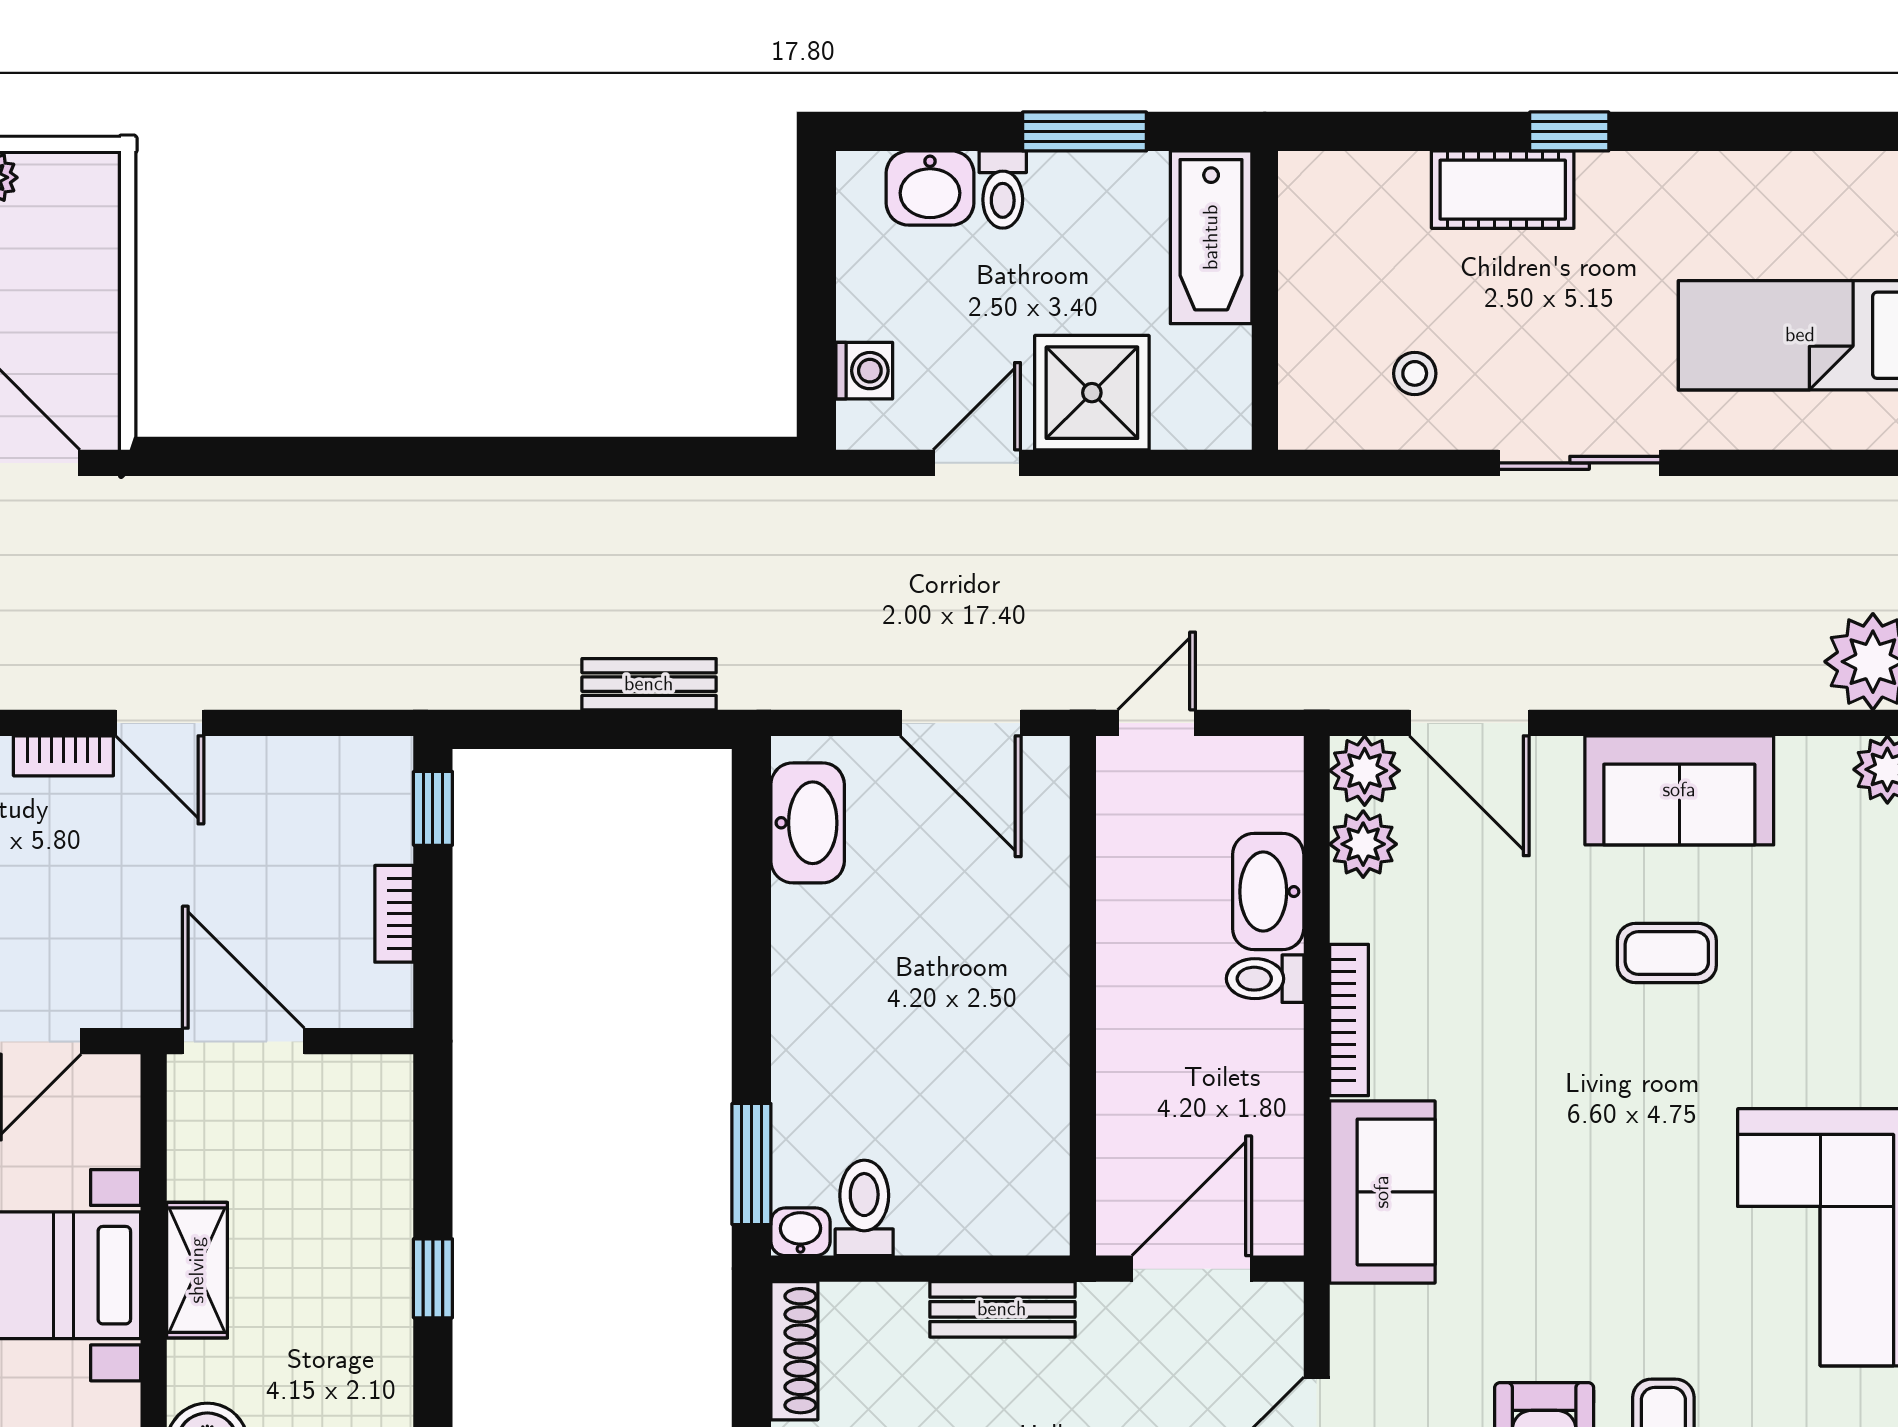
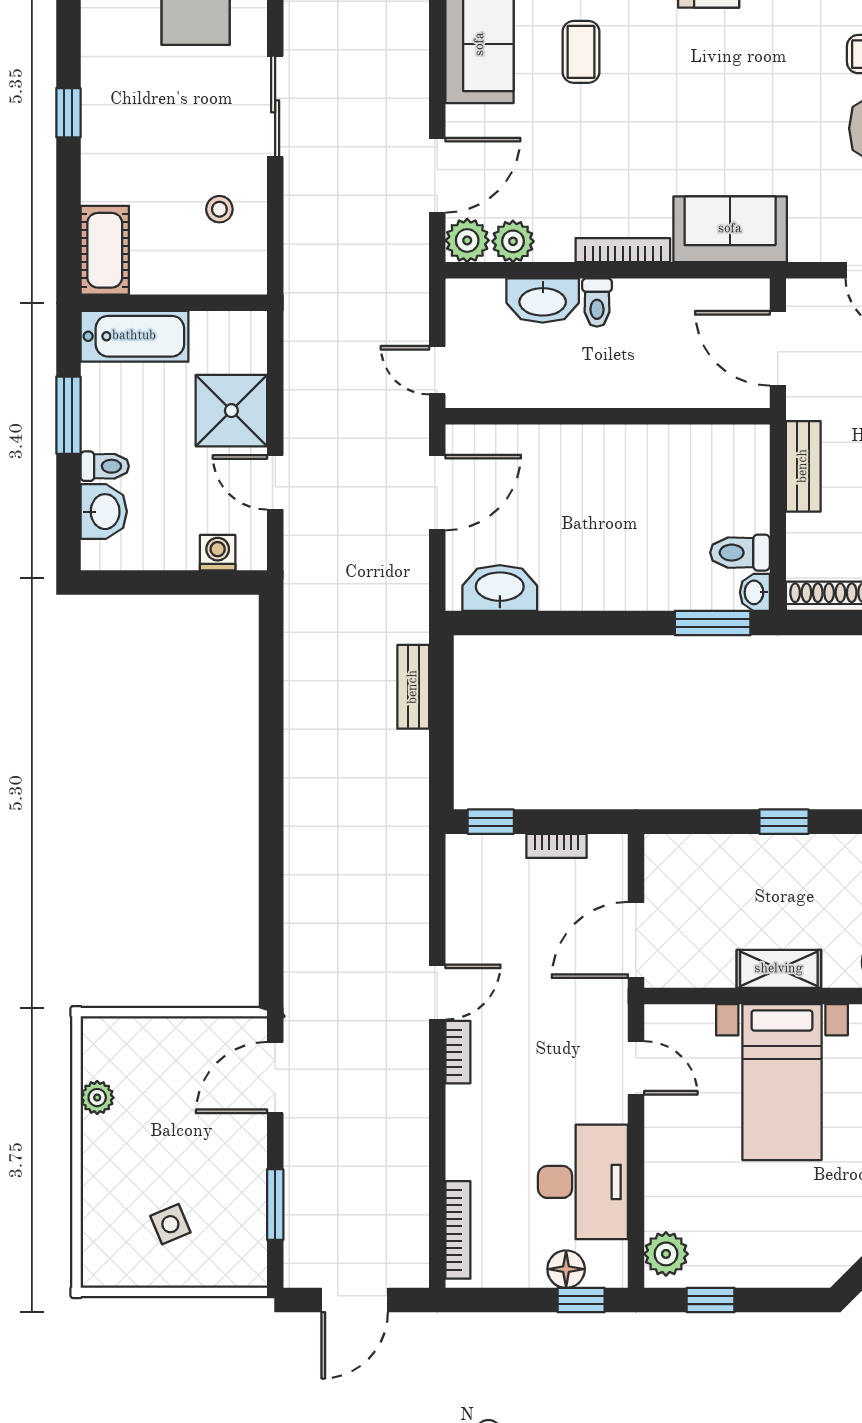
cot: (1503, 190) -> (105, 250), moved

